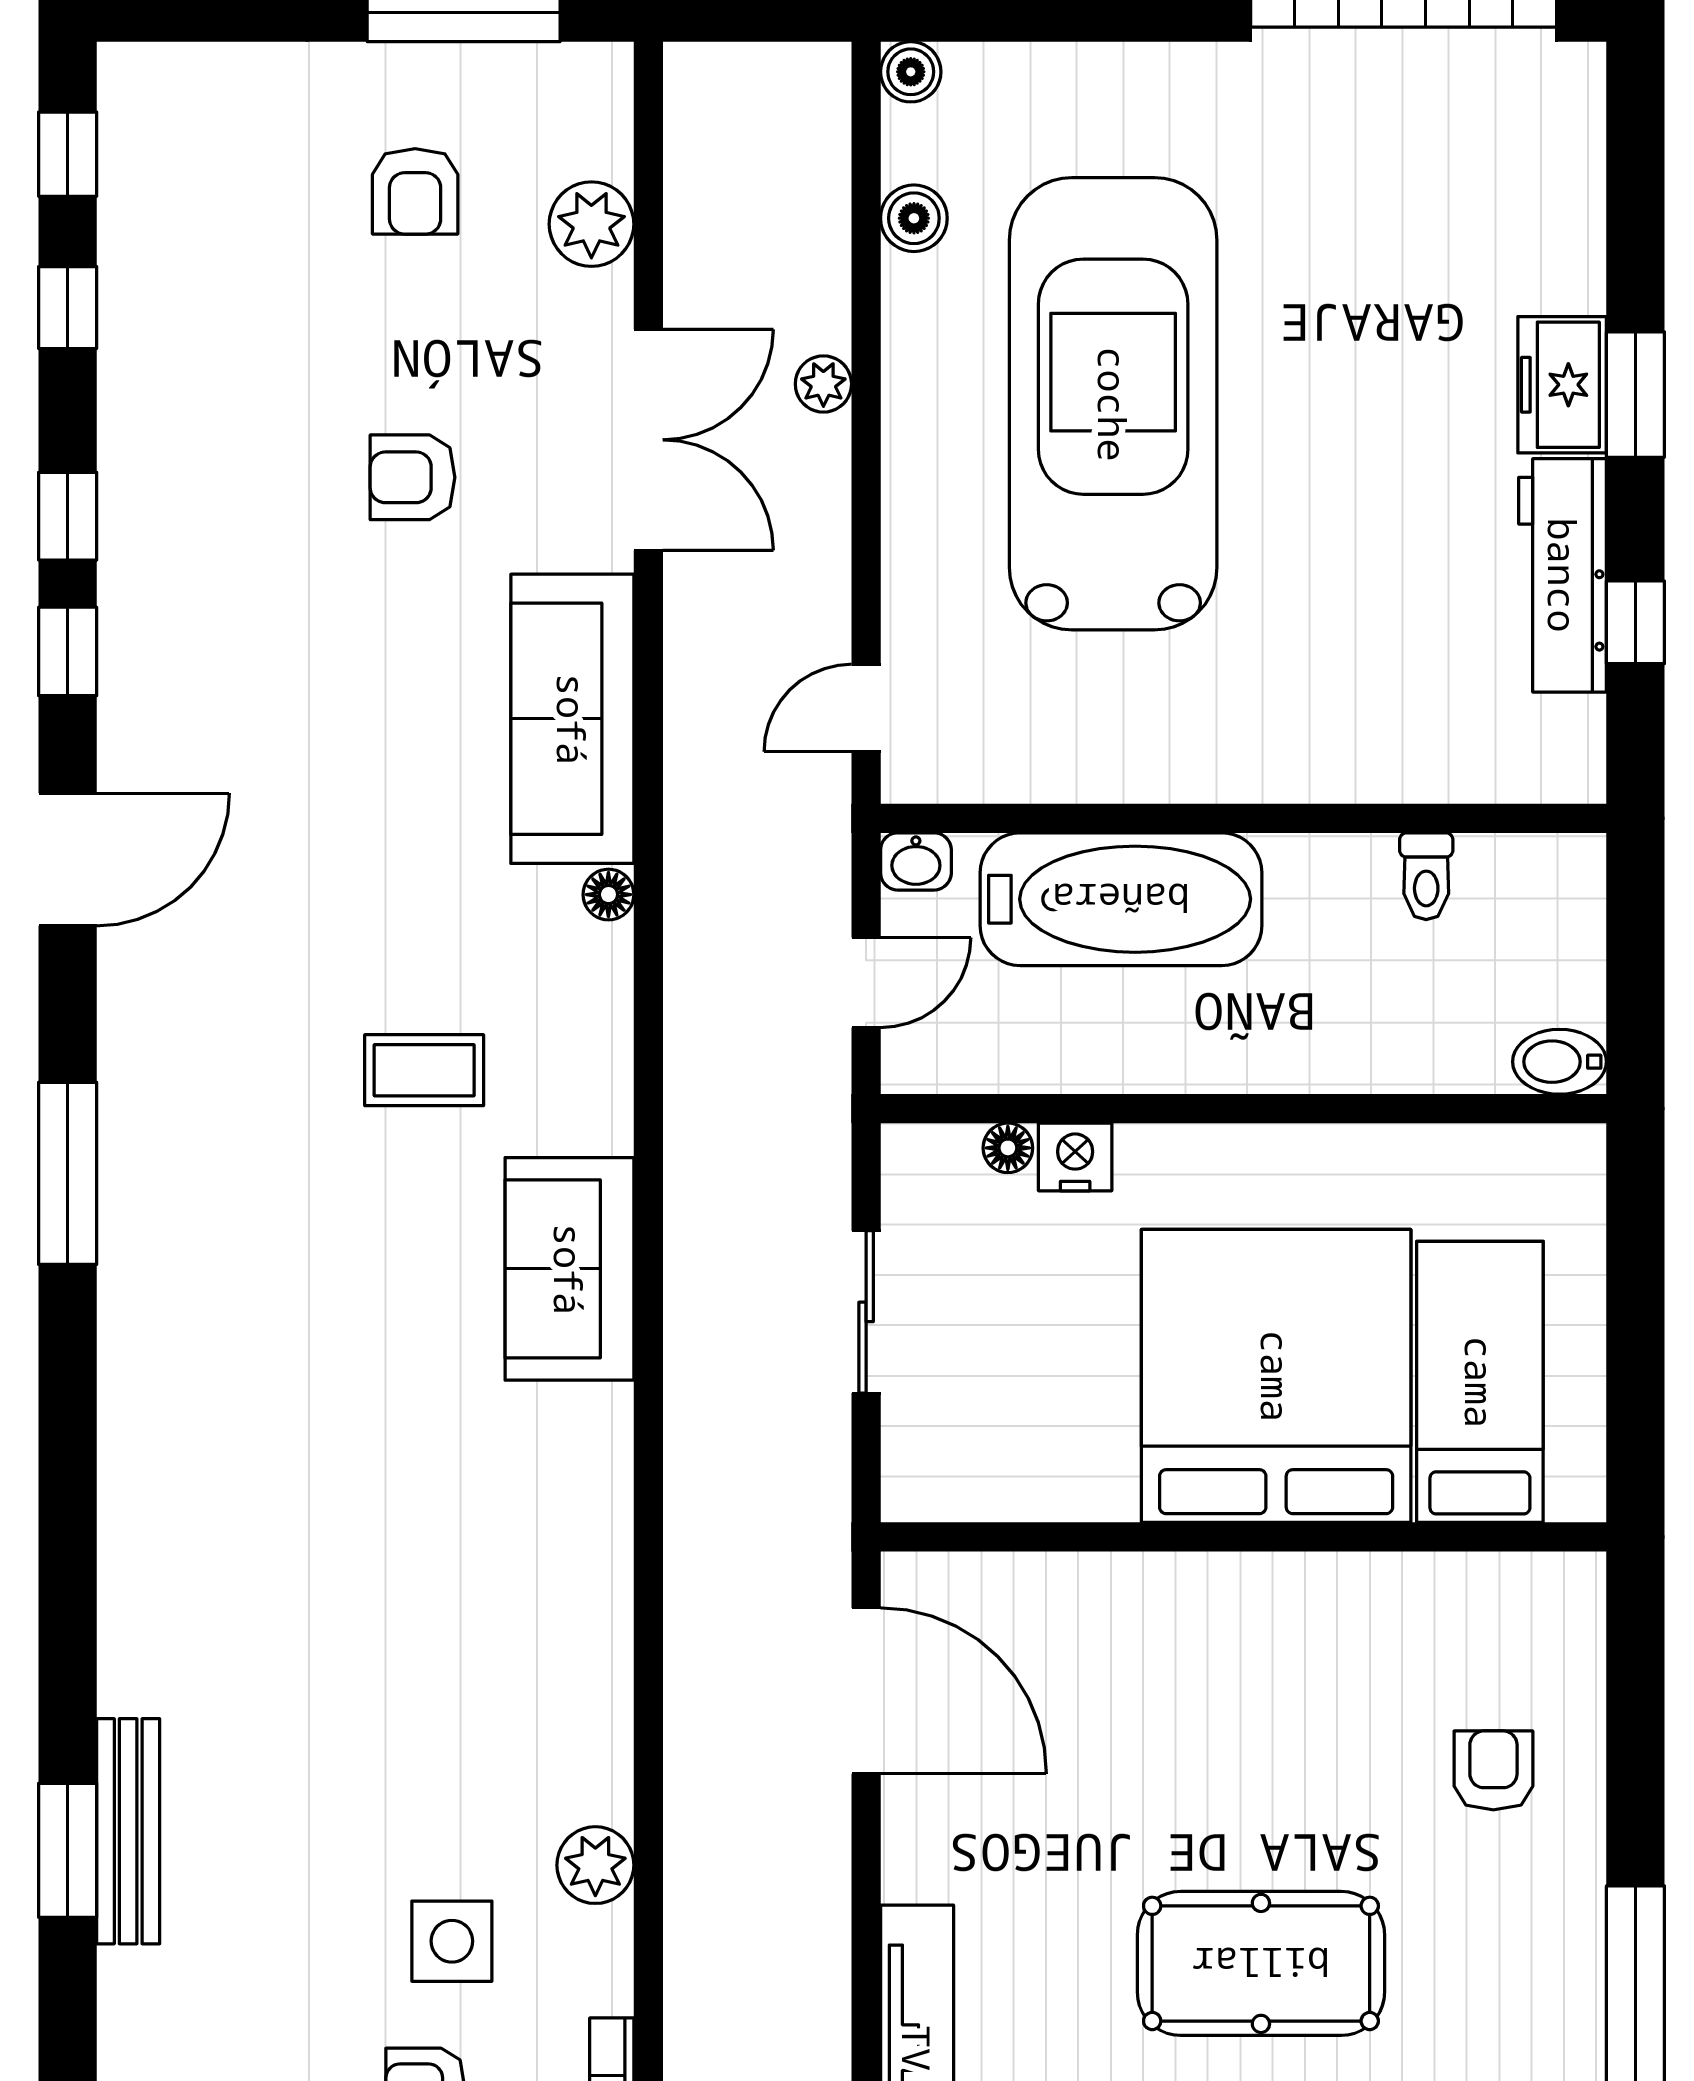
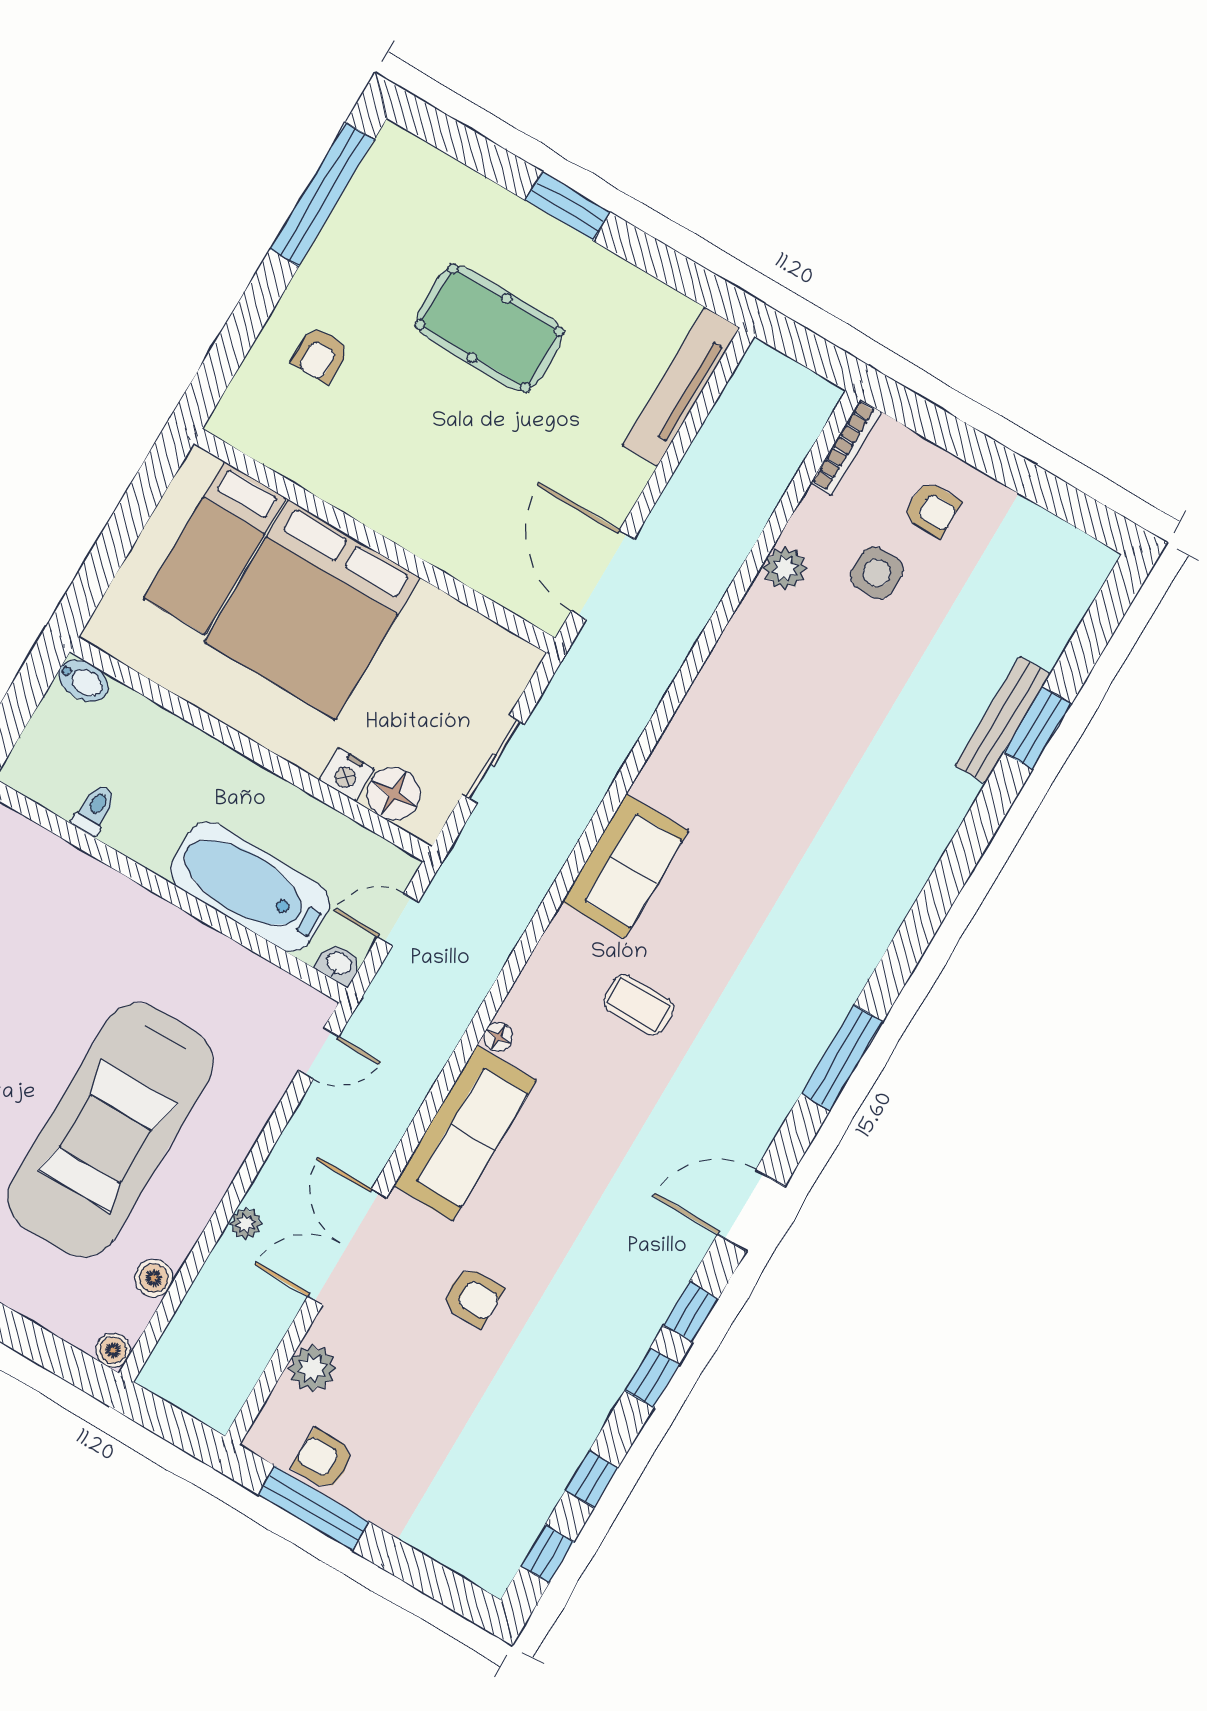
armchair: (415, 191) -> (323, 1460), moved, turned -90
floor lamp: (1008, 1148) -> (394, 794), width x1.89, depth x1.89

